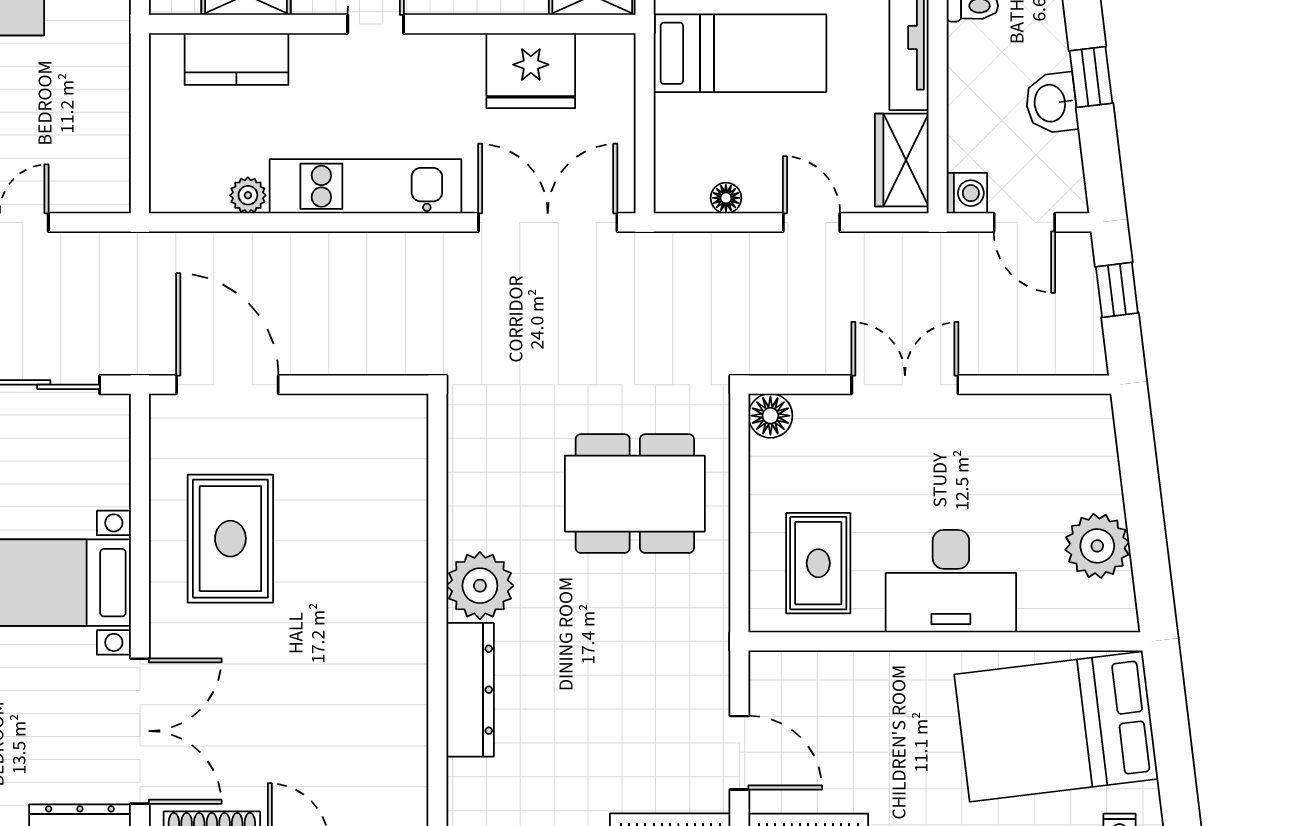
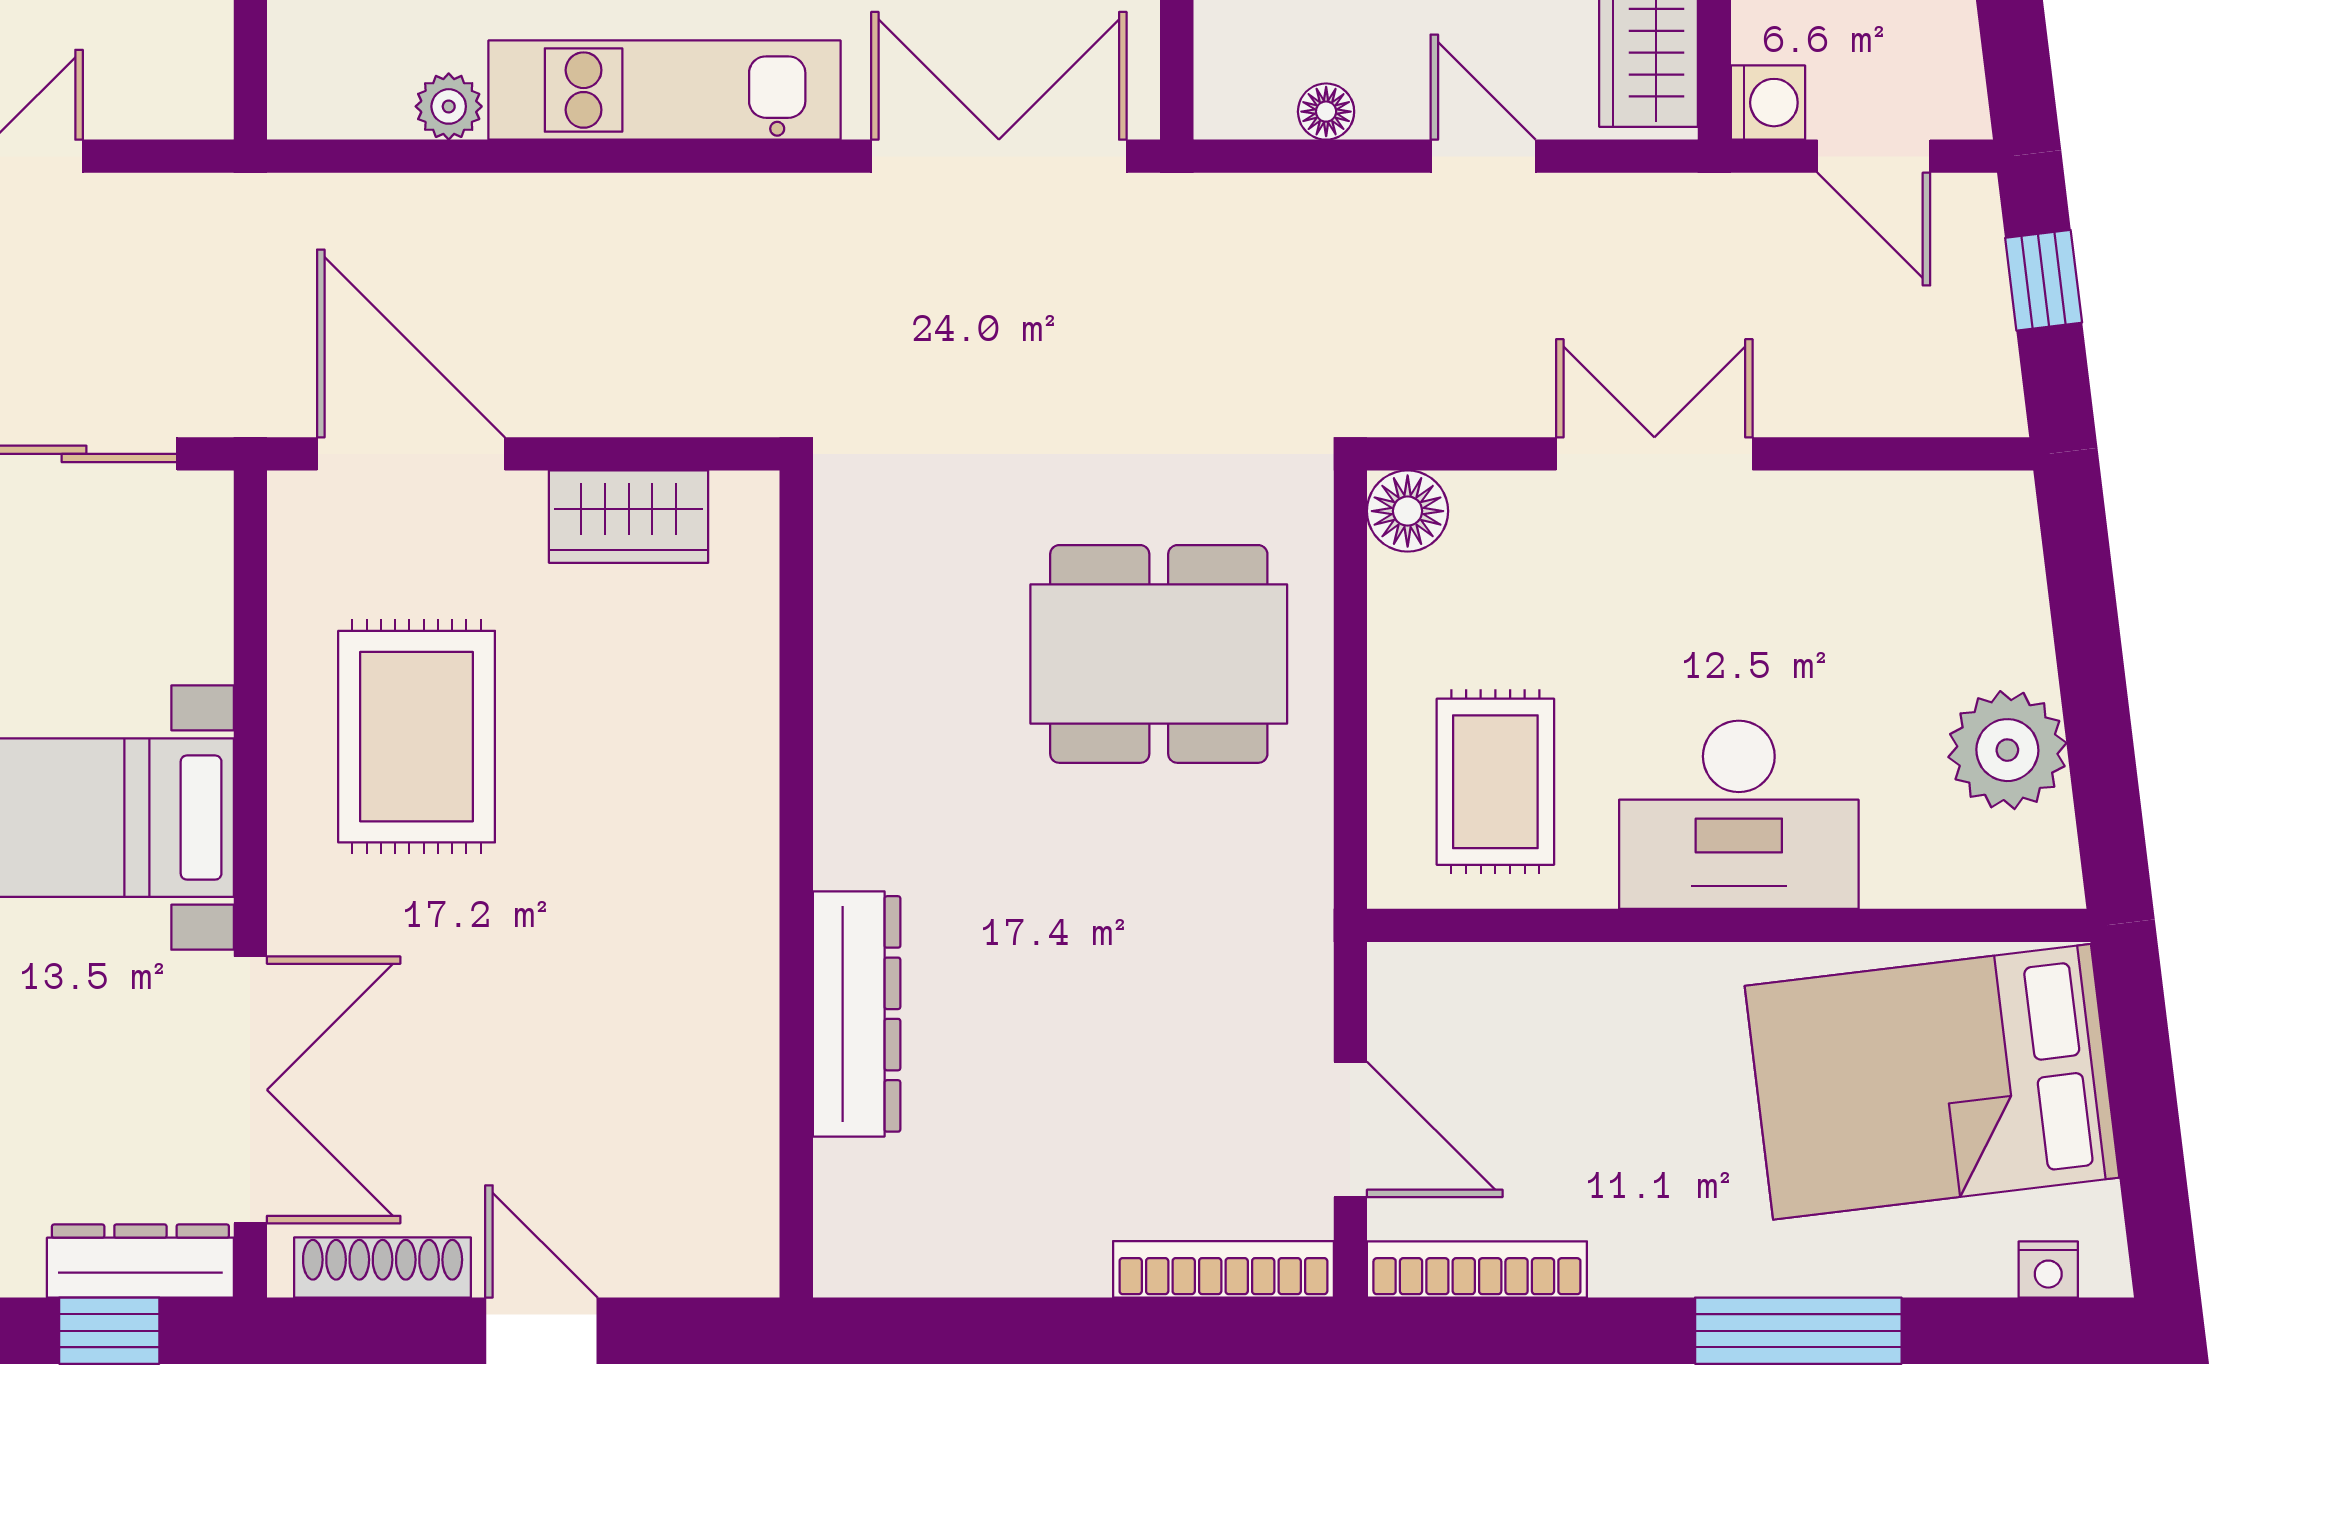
wardrobe: (346, 419) -> (629, 517), added
plant: (480, 586) -> (875, 823), removed

